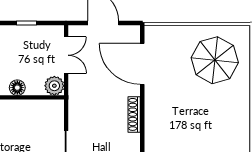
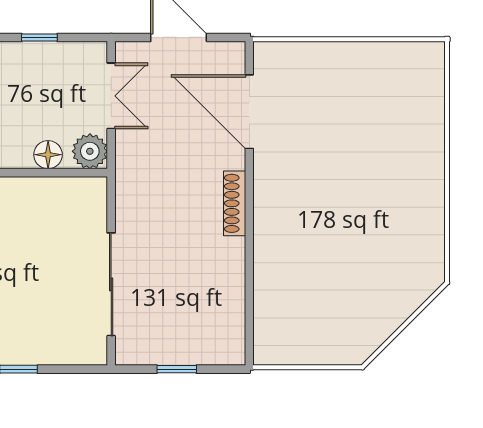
parasol: (215, 60) -> (381, 105), removed
floor lamp: (17, 88) -> (48, 155), moved

